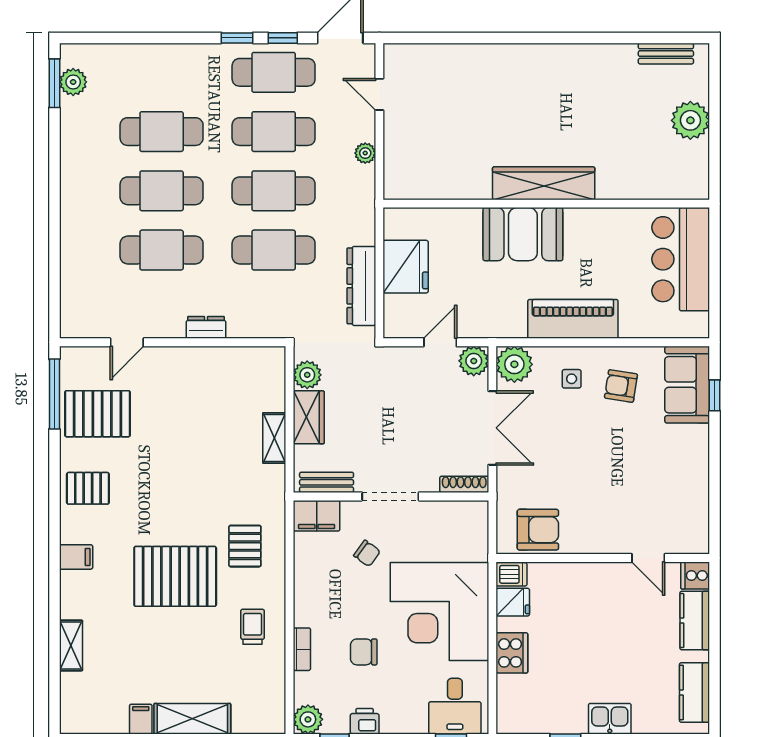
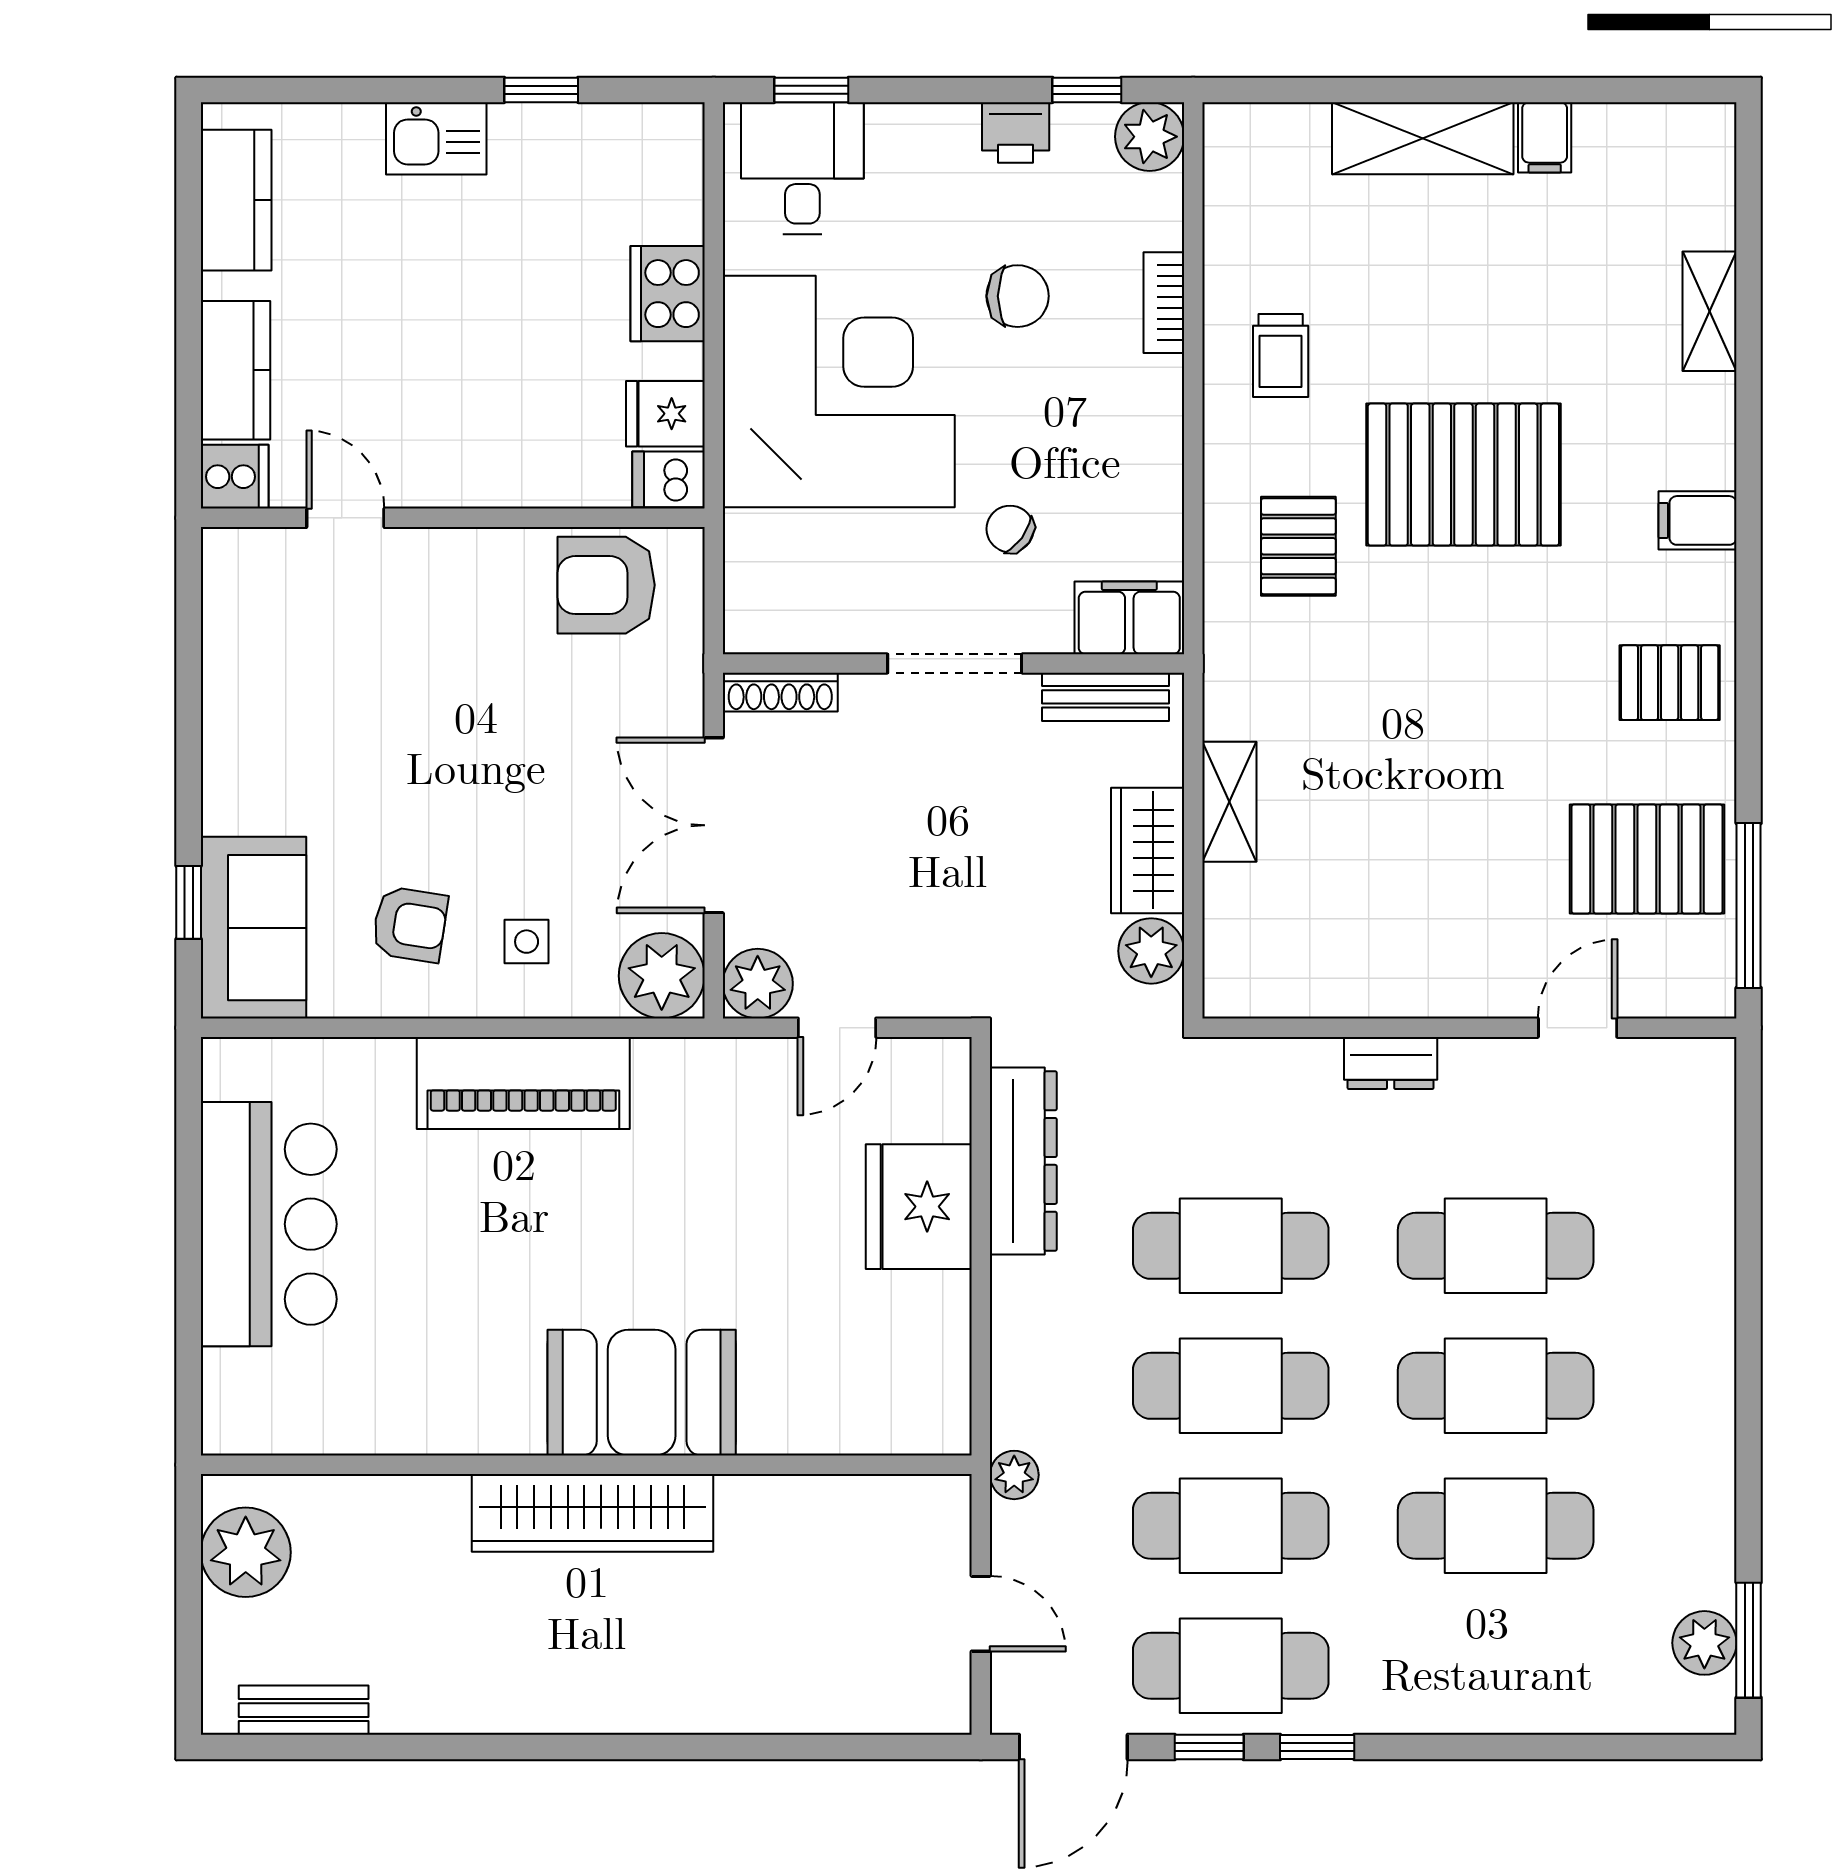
wardrobe: (544, 183) -> (593, 1513), moved
wall: (546, 204) -> (586, 1465), moved
booth: (523, 234) -> (642, 1393), moved

